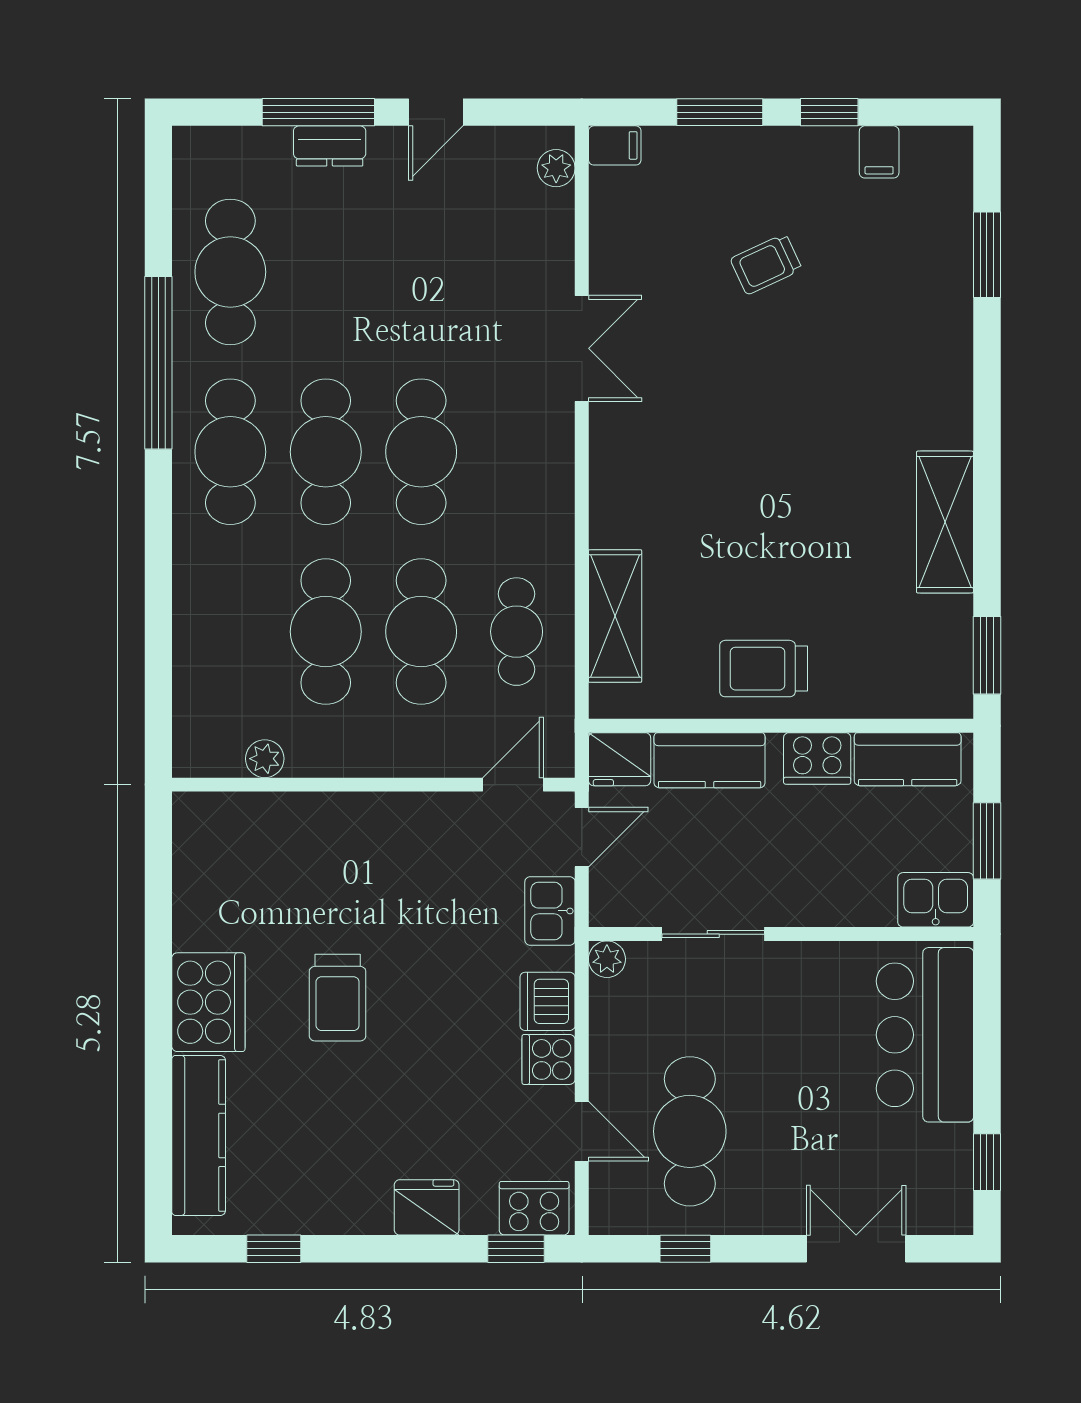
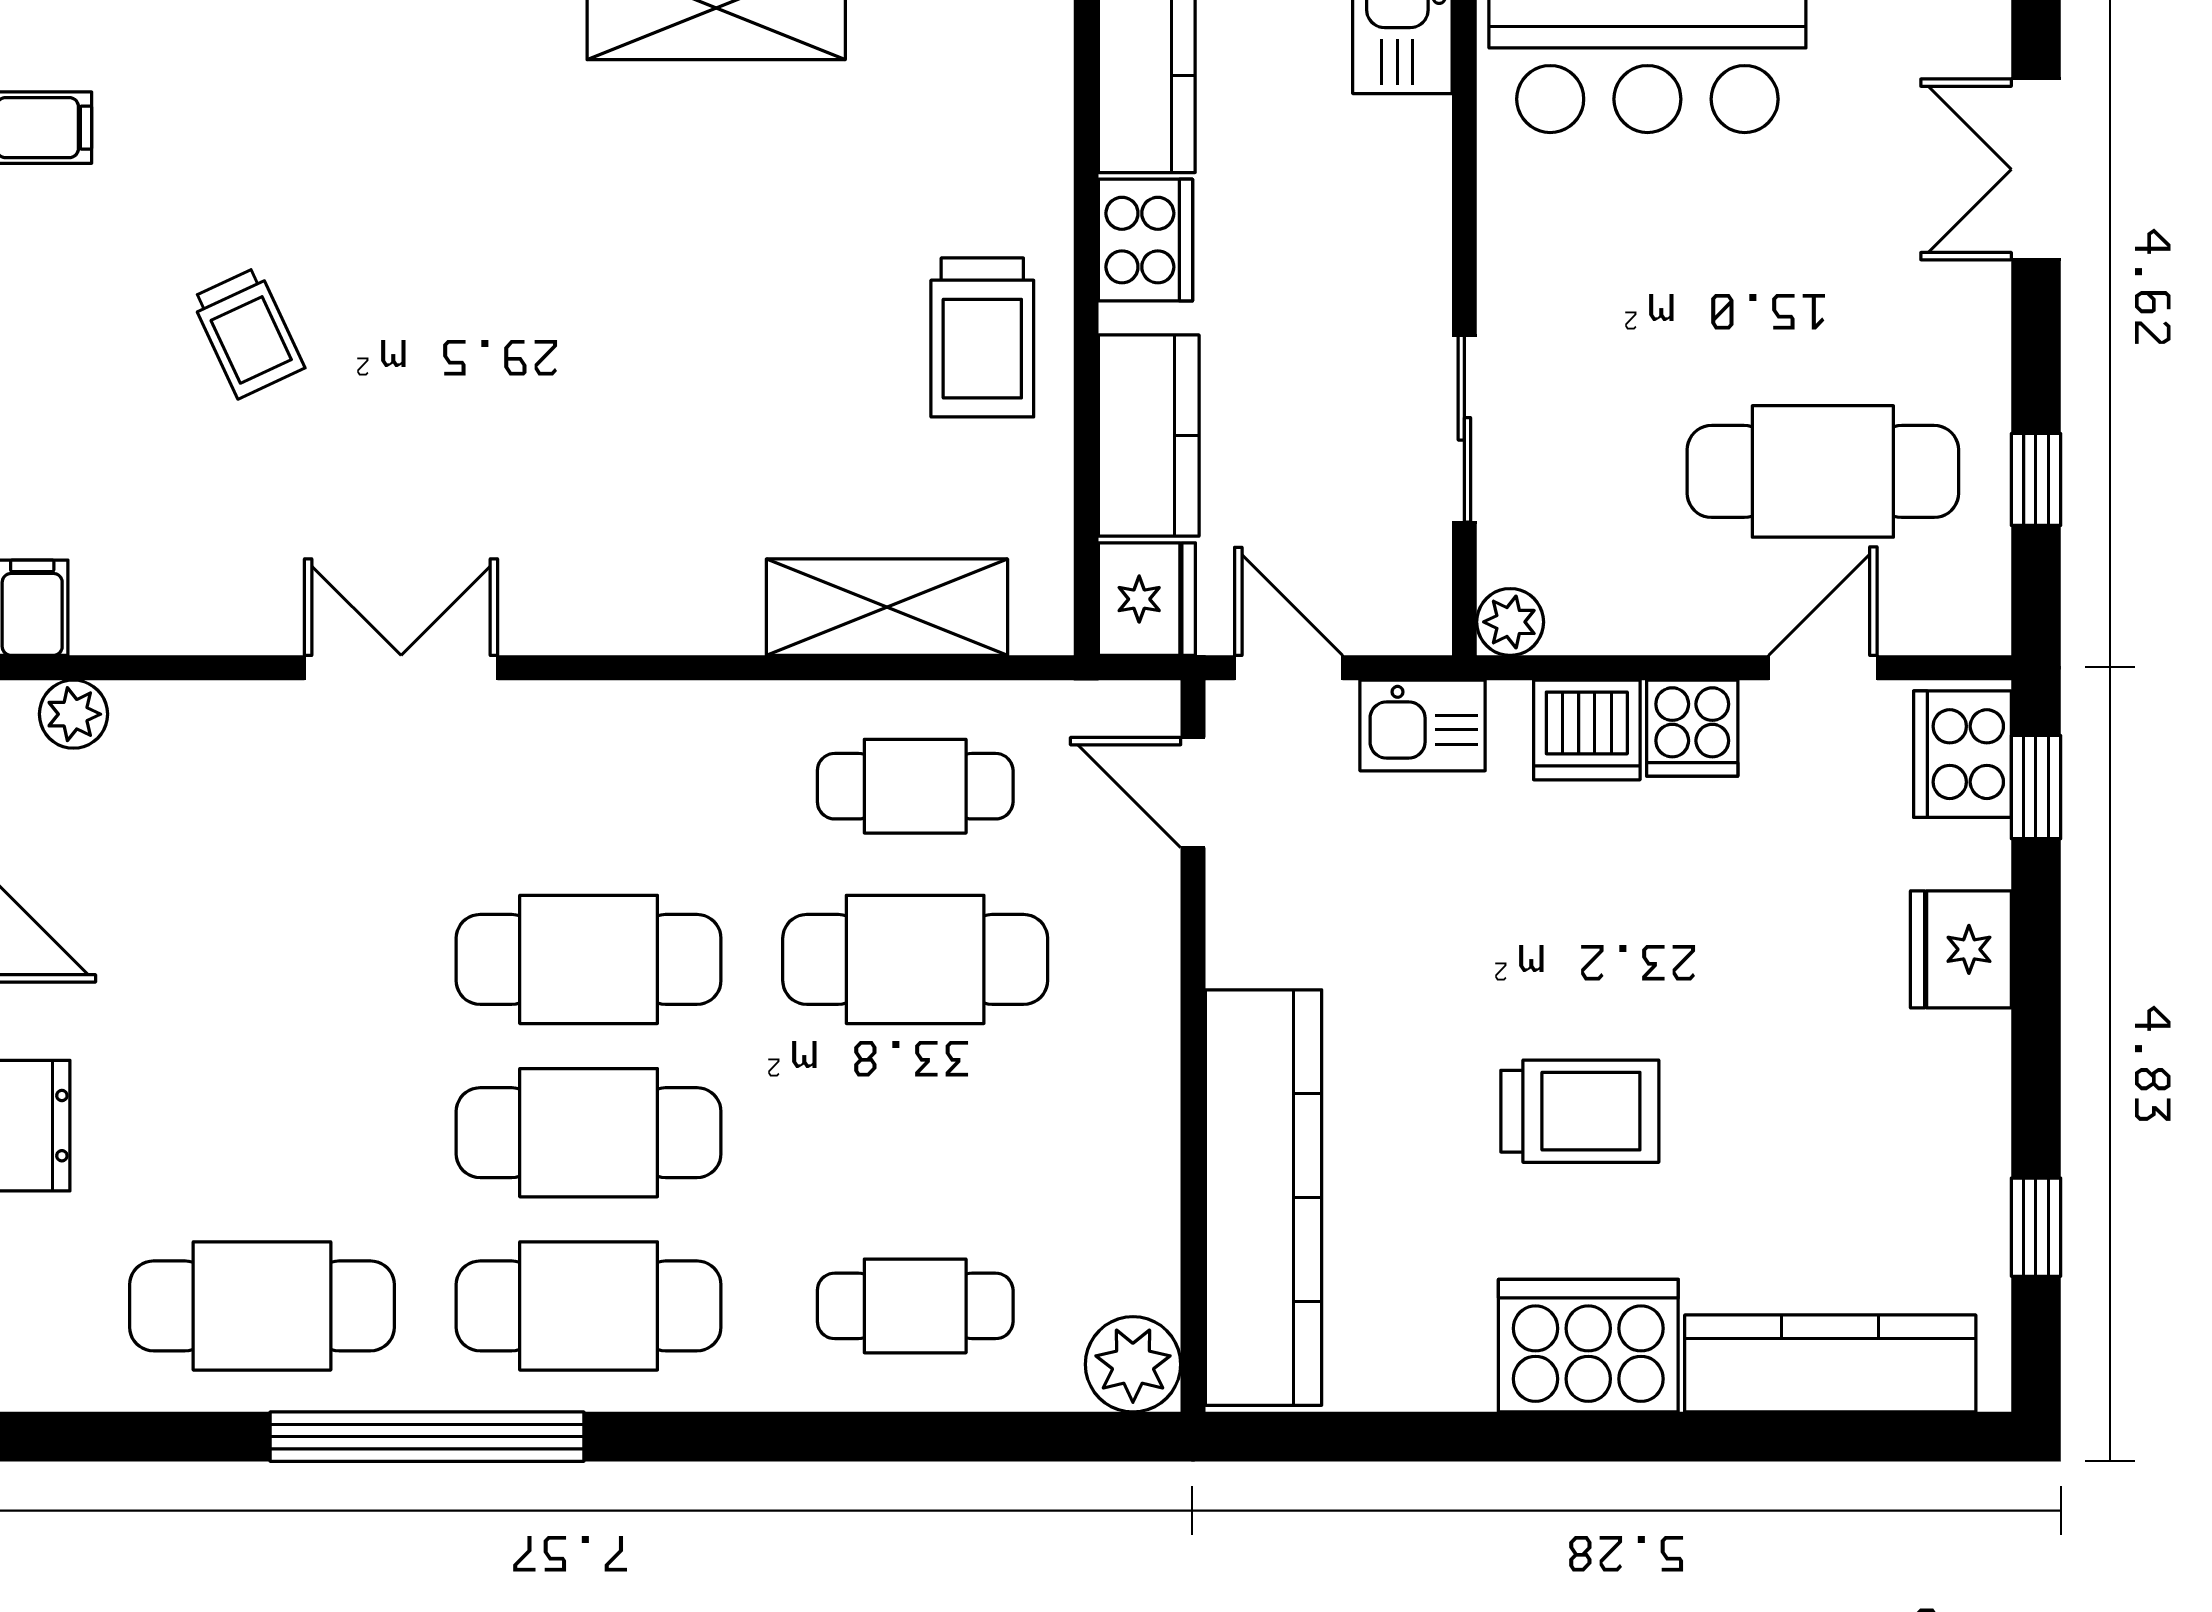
cafe table: (326, 632) -> (915, 1306), moved, width x0.73, depth x0.74
plant: (265, 759) -> (1133, 1364), moved, width x1.38, depth x1.38
kitchen counter: (290, 823) -> (1264, 1198), added

